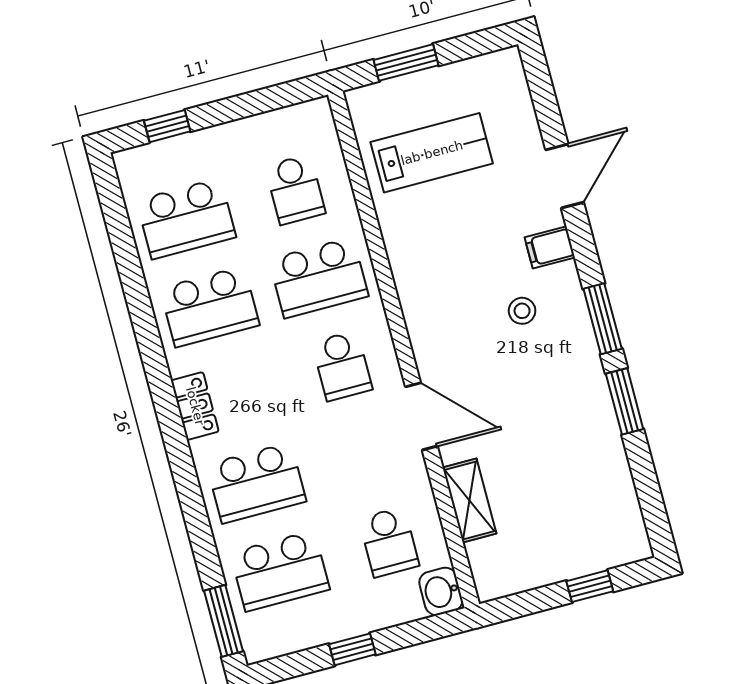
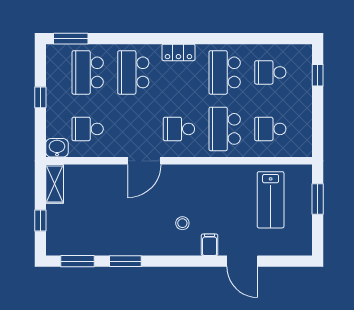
school desk: (186, 219) -> (270, 72), width x0.54
window: (603, 319) -> (78, 261), moved
shelving: (469, 501) -> (55, 184), moved, turned 90

